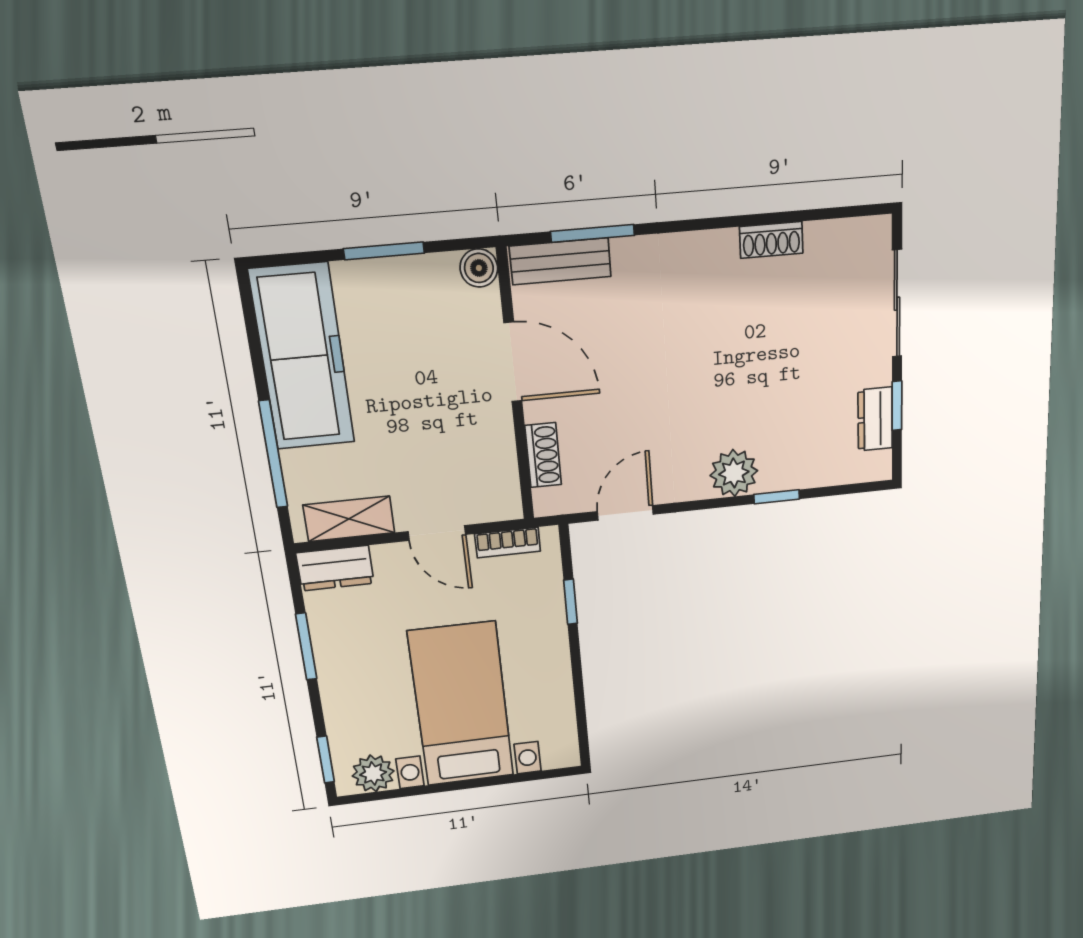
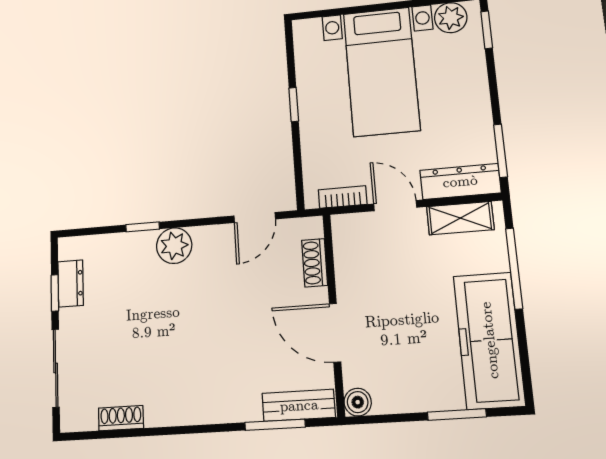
shoe rack: (771, 240) -> (121, 418), moved
window: (384, 251) -> (457, 415), moved
dresser: (335, 568) -> (460, 181), width x1.44
window: (571, 602) -> (294, 105), moved
window: (306, 647) -> (501, 151), moved

